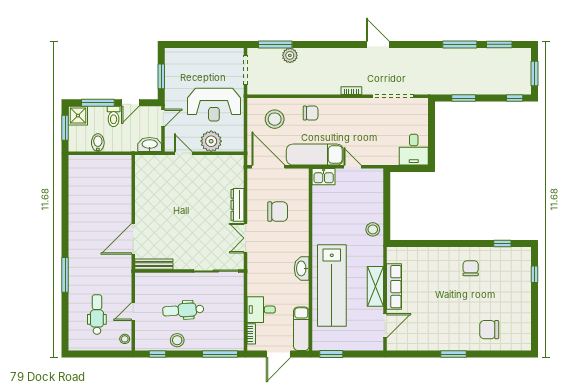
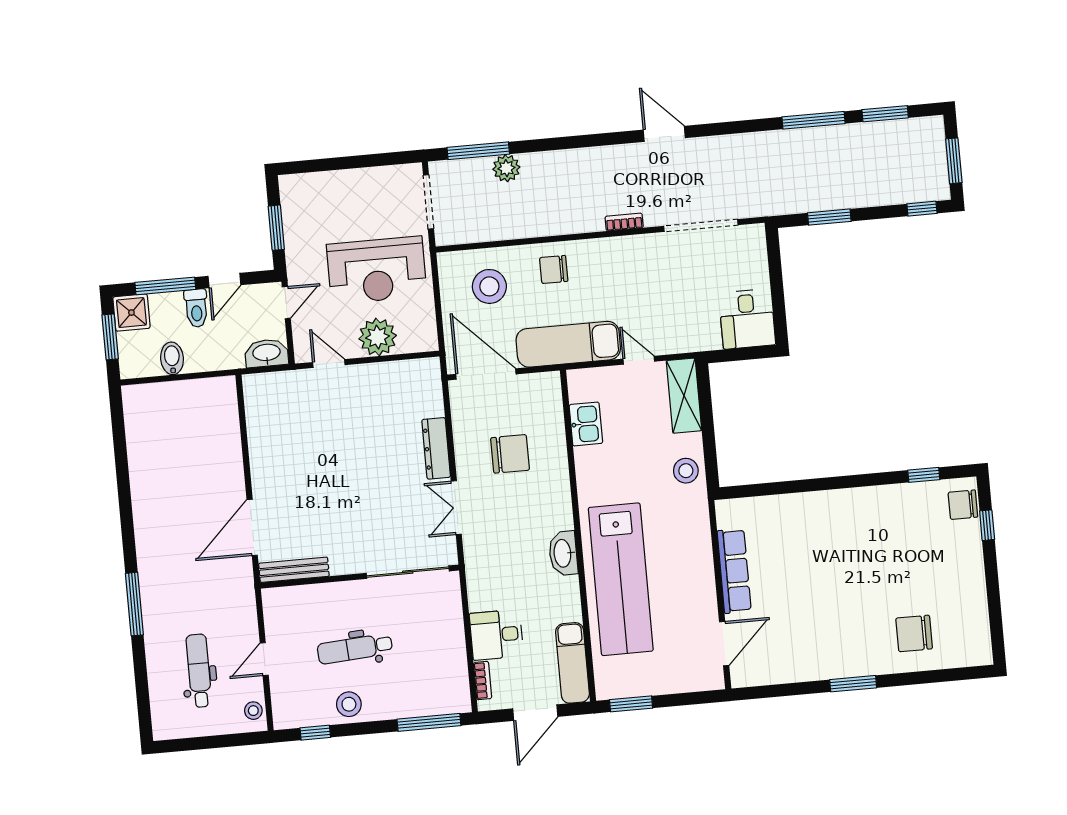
chair: (311, 113) -> (554, 269), turned 180
kitchen sink: (324, 177) -> (586, 424), moved, turned -90
chair: (471, 268) -> (963, 505), moved, turned -90
shelving: (375, 286) -> (684, 396), moved

